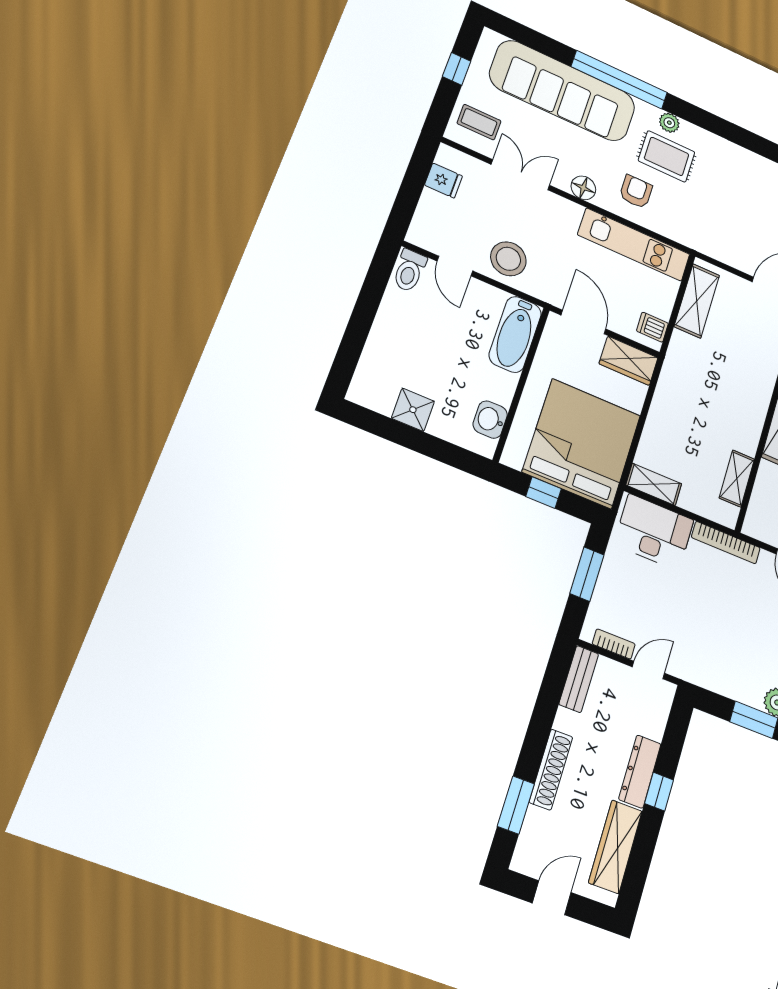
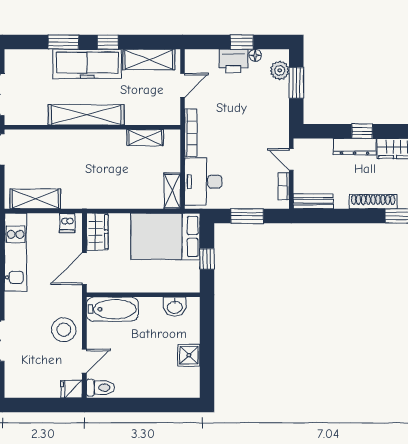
fridge: (444, 181) -> (72, 389), moved, turned -90
bed: (582, 444) -> (165, 236), width x0.73

